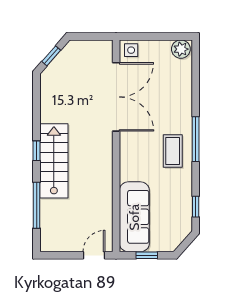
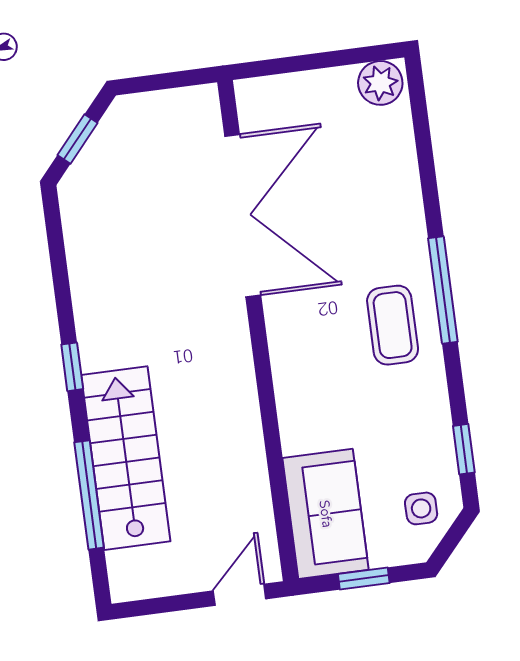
side table: (131, 50) -> (421, 508), moved
stairs: (54, 161) -> (126, 458), moved
sofa: (134, 217) -> (326, 514), width x0.73

